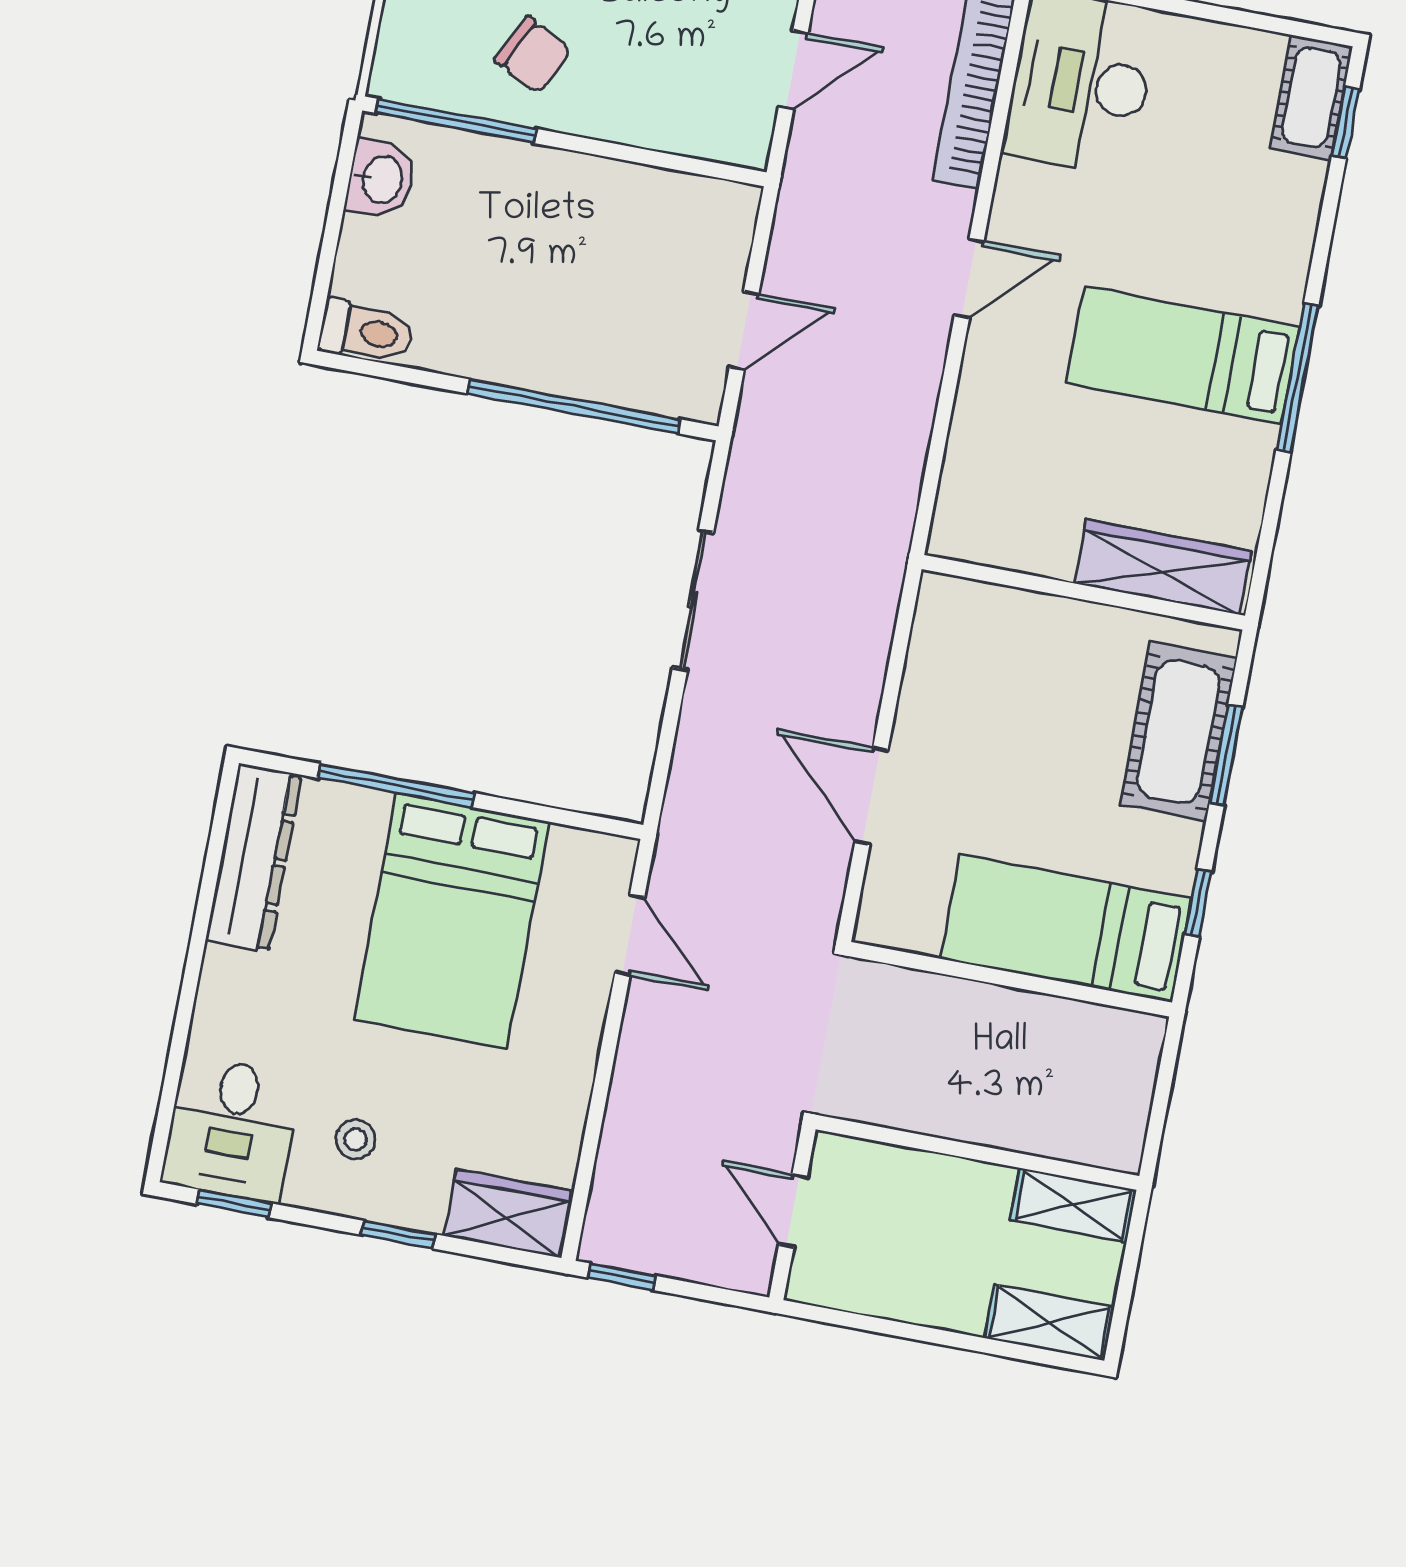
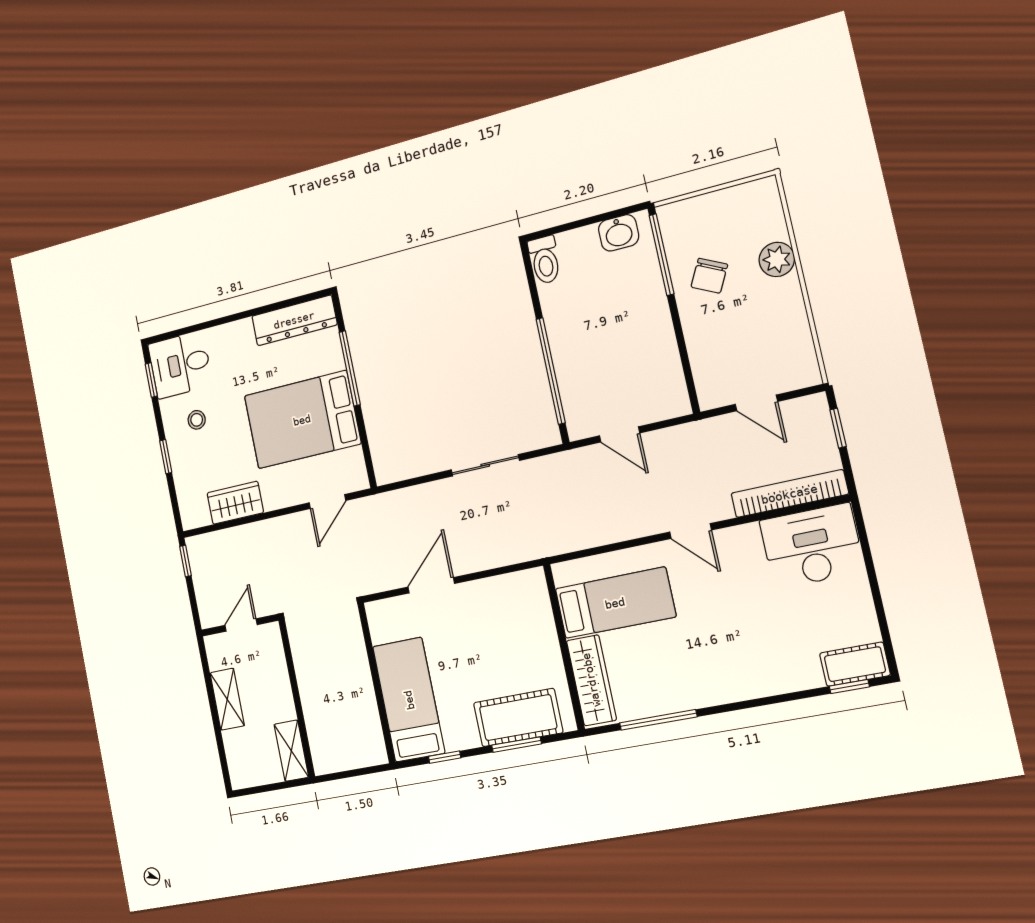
bed: (1183, 355) -> (615, 603), moved, turned 90
window: (1297, 377) -> (658, 720), moved
wardrobe: (508, 1213) -> (235, 503), moved, turned -90
shelving: (1050, 1322) -> (227, 699), moved

